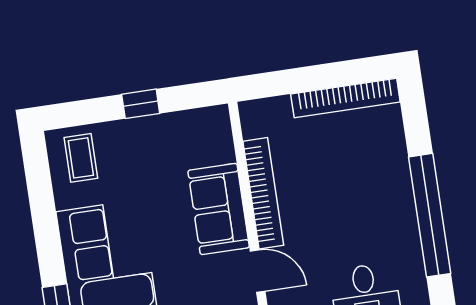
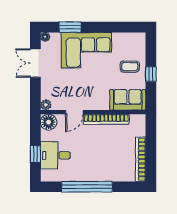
coffee table: (81, 158) -> (130, 67), moved
sofa: (219, 209) -> (128, 100), moved

